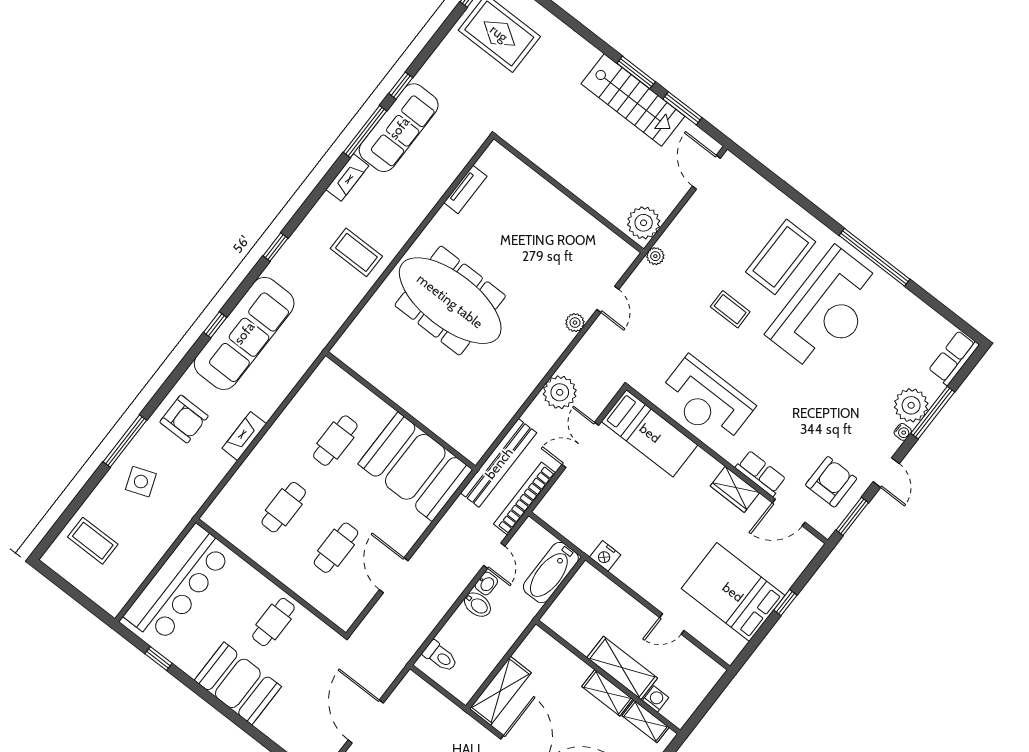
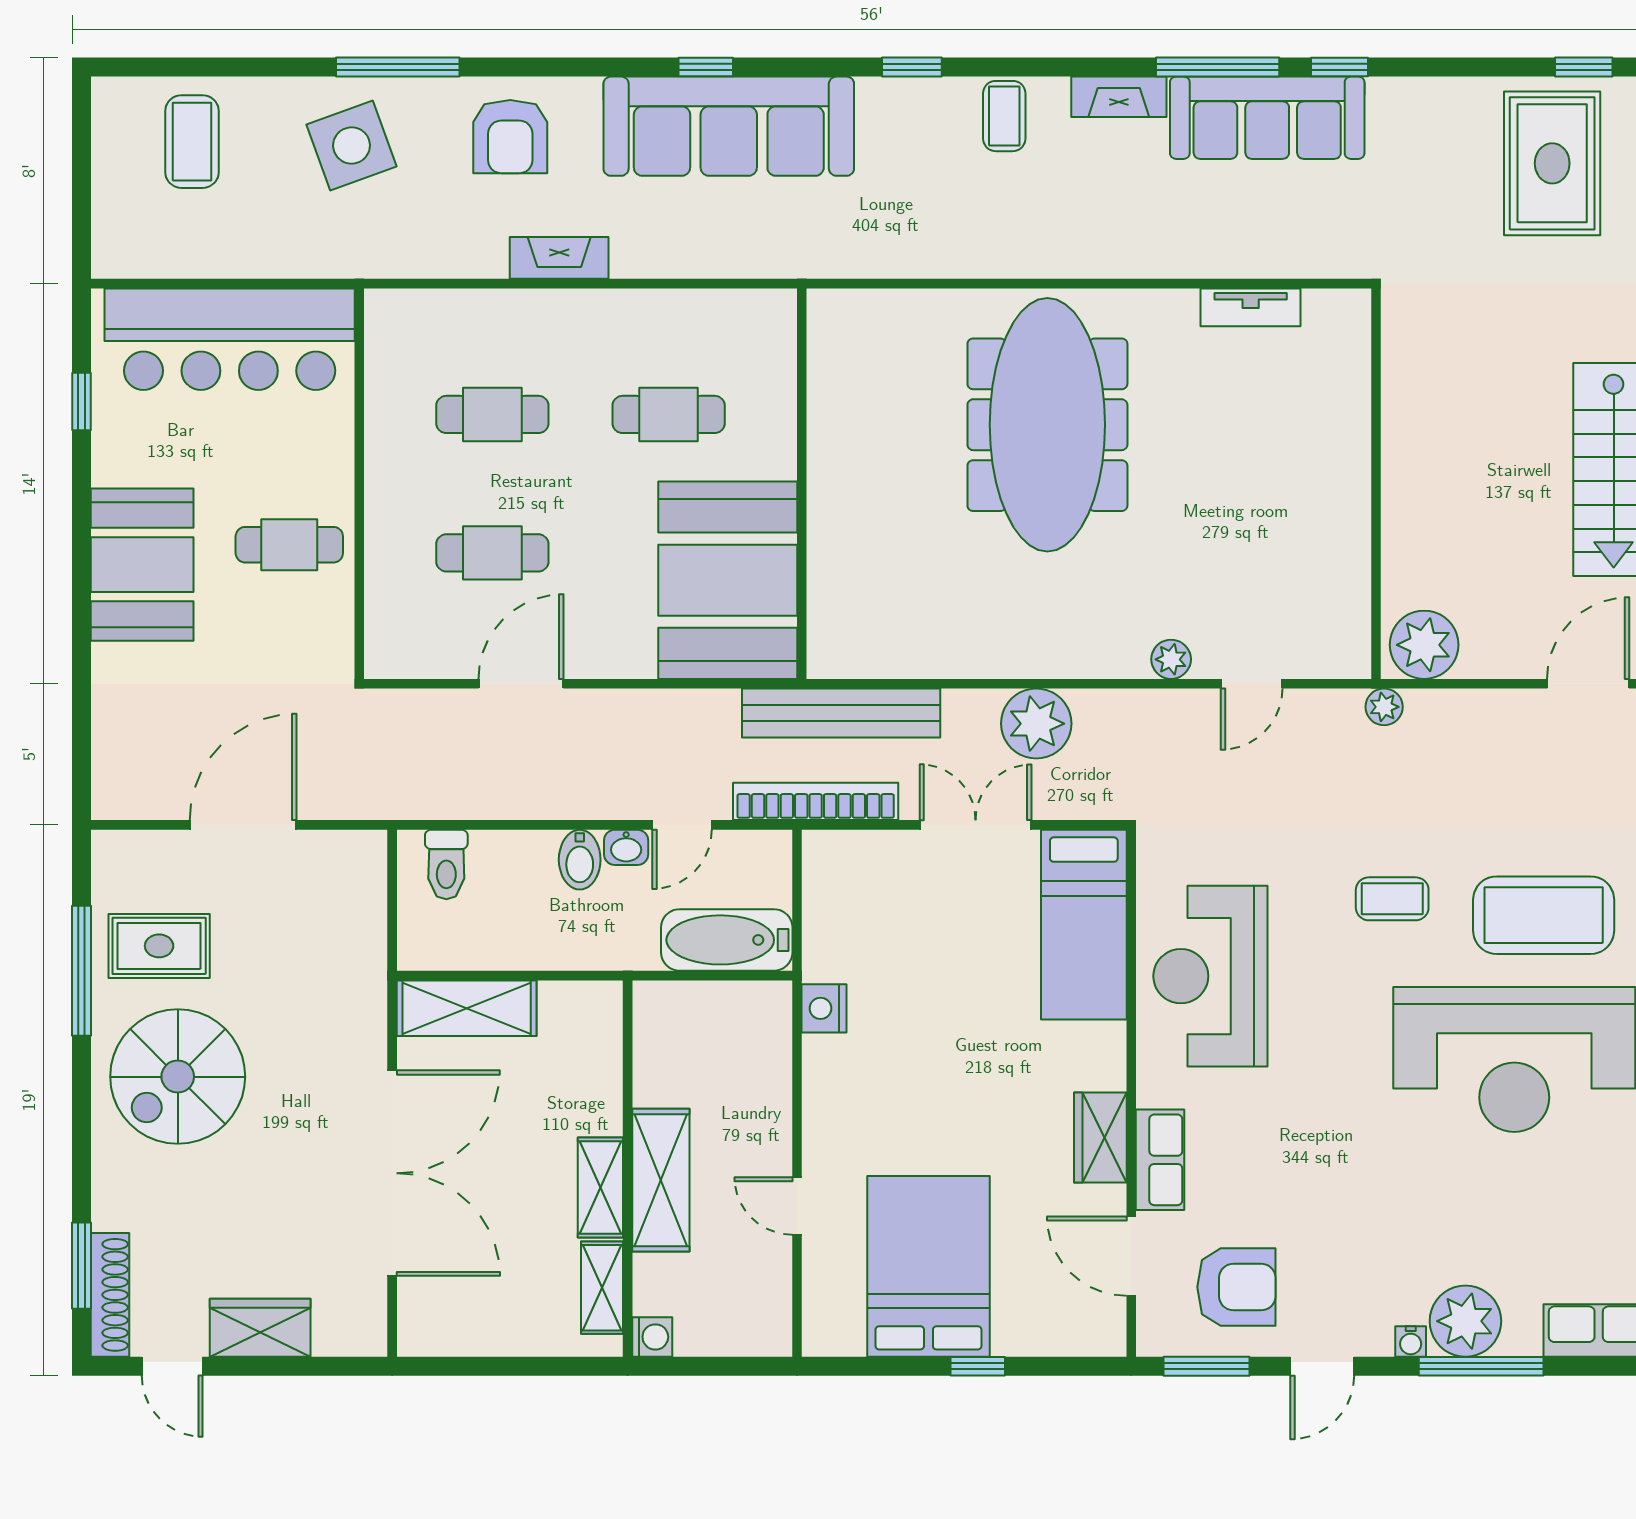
coffee table: (356, 252) -> (1004, 116), moved, width x0.73, depth x0.77
coffee table: (730, 309) -> (1392, 899), turned 90
side table: (141, 482) -> (352, 145), width x1.37, depth x1.37
washing machine: (656, 699) -> (652, 1337), moved

